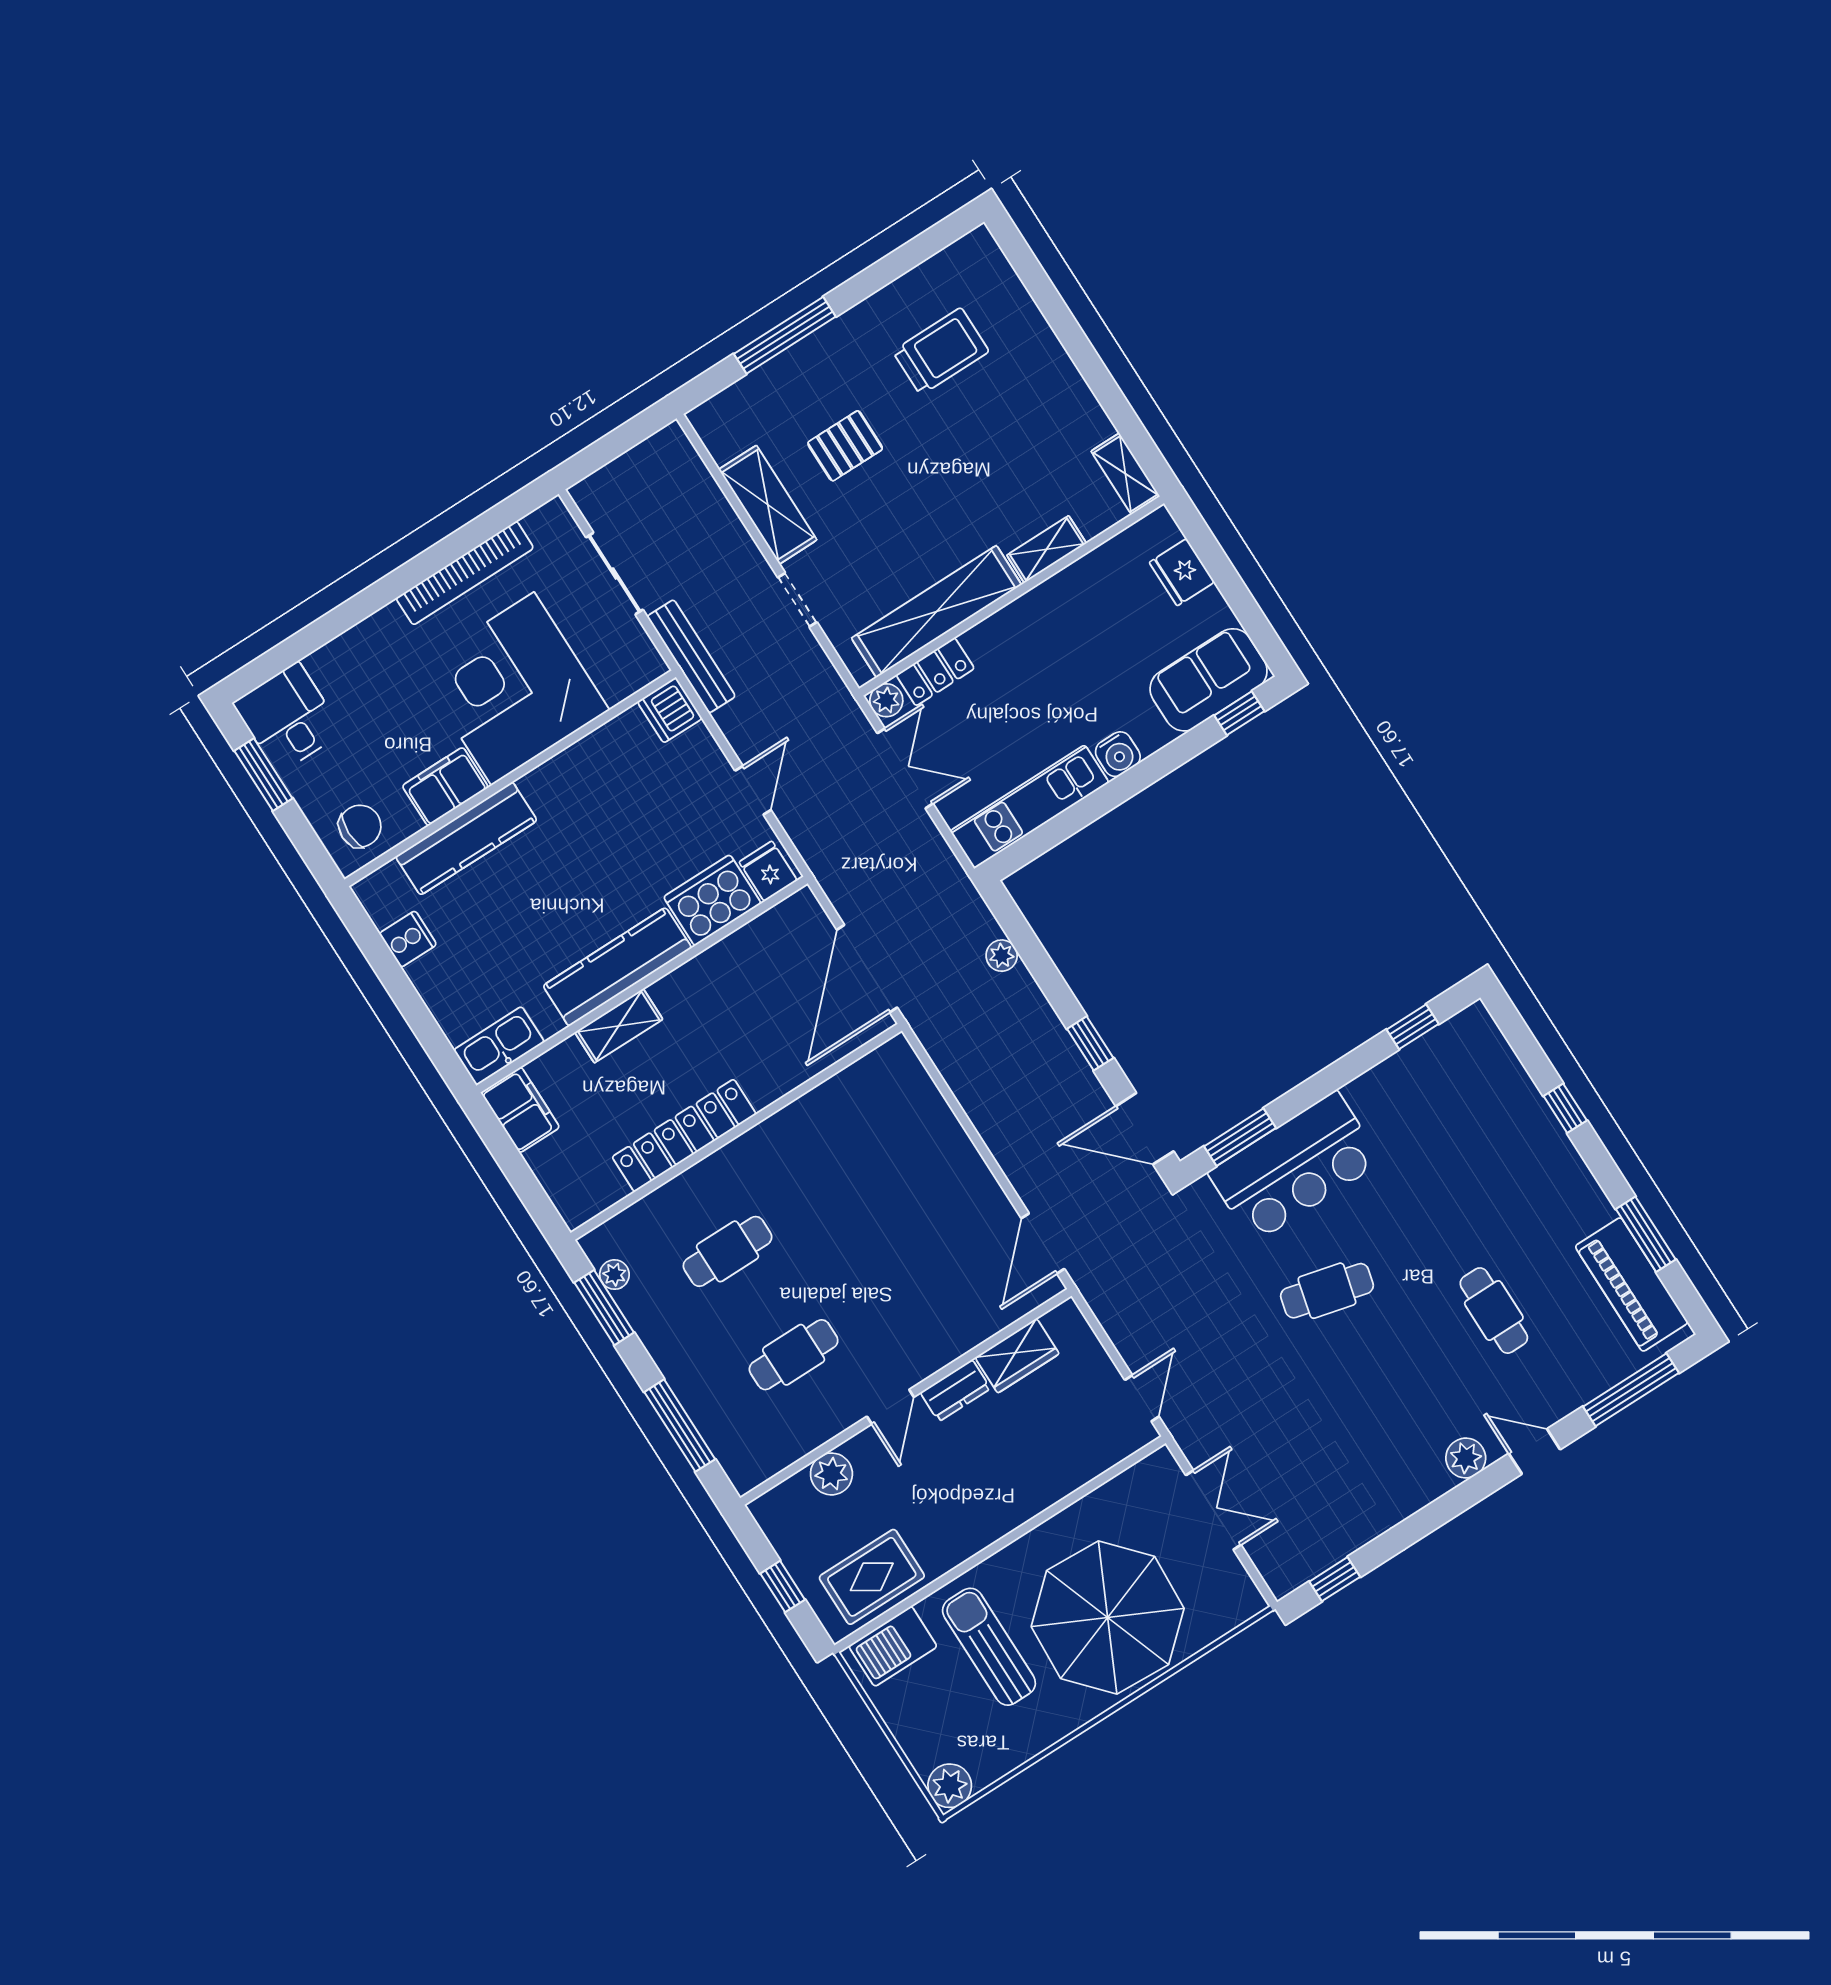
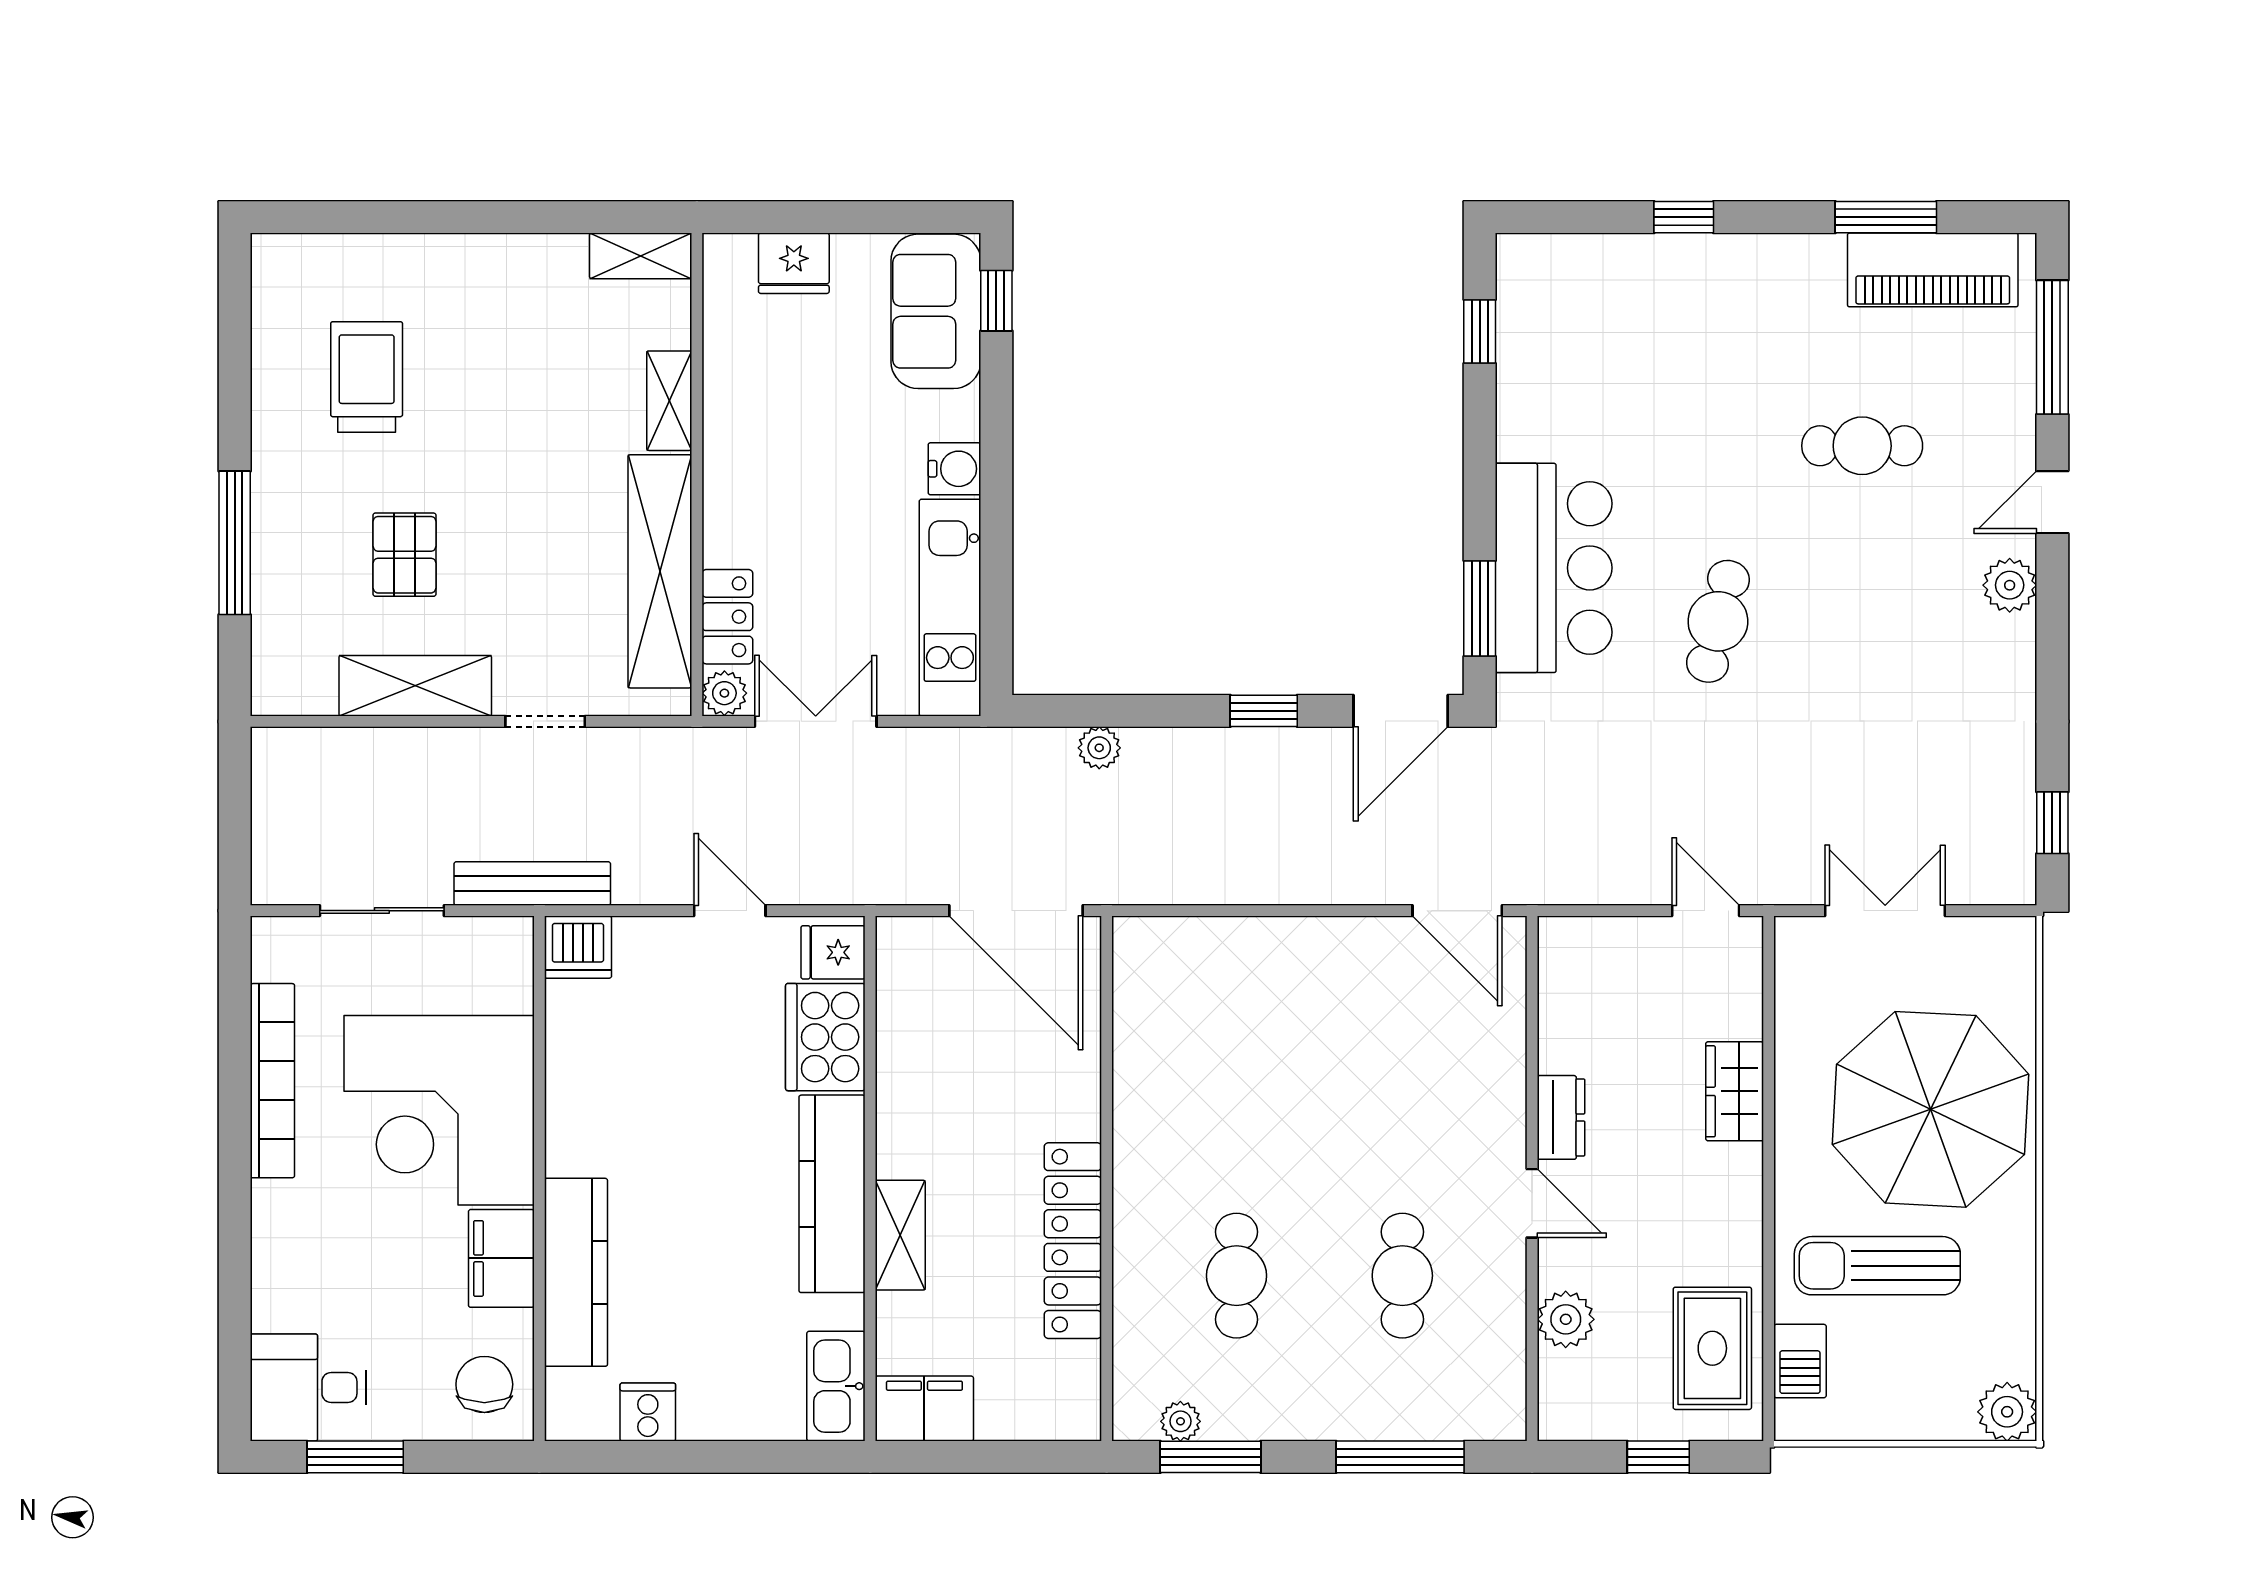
wardrobe: (1017, 1356) -> (1735, 1091), moved, turned 180
barbecue: (893, 1646) -> (1800, 1361), width x0.73, depth x0.79

